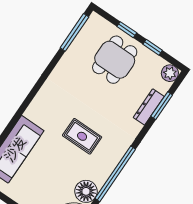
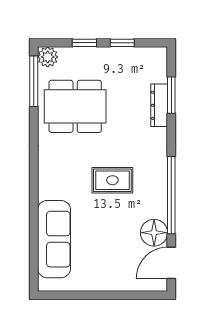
dining table: (115, 60) -> (75, 106), moved, width x1.38
plant: (170, 73) -> (48, 57), moved

